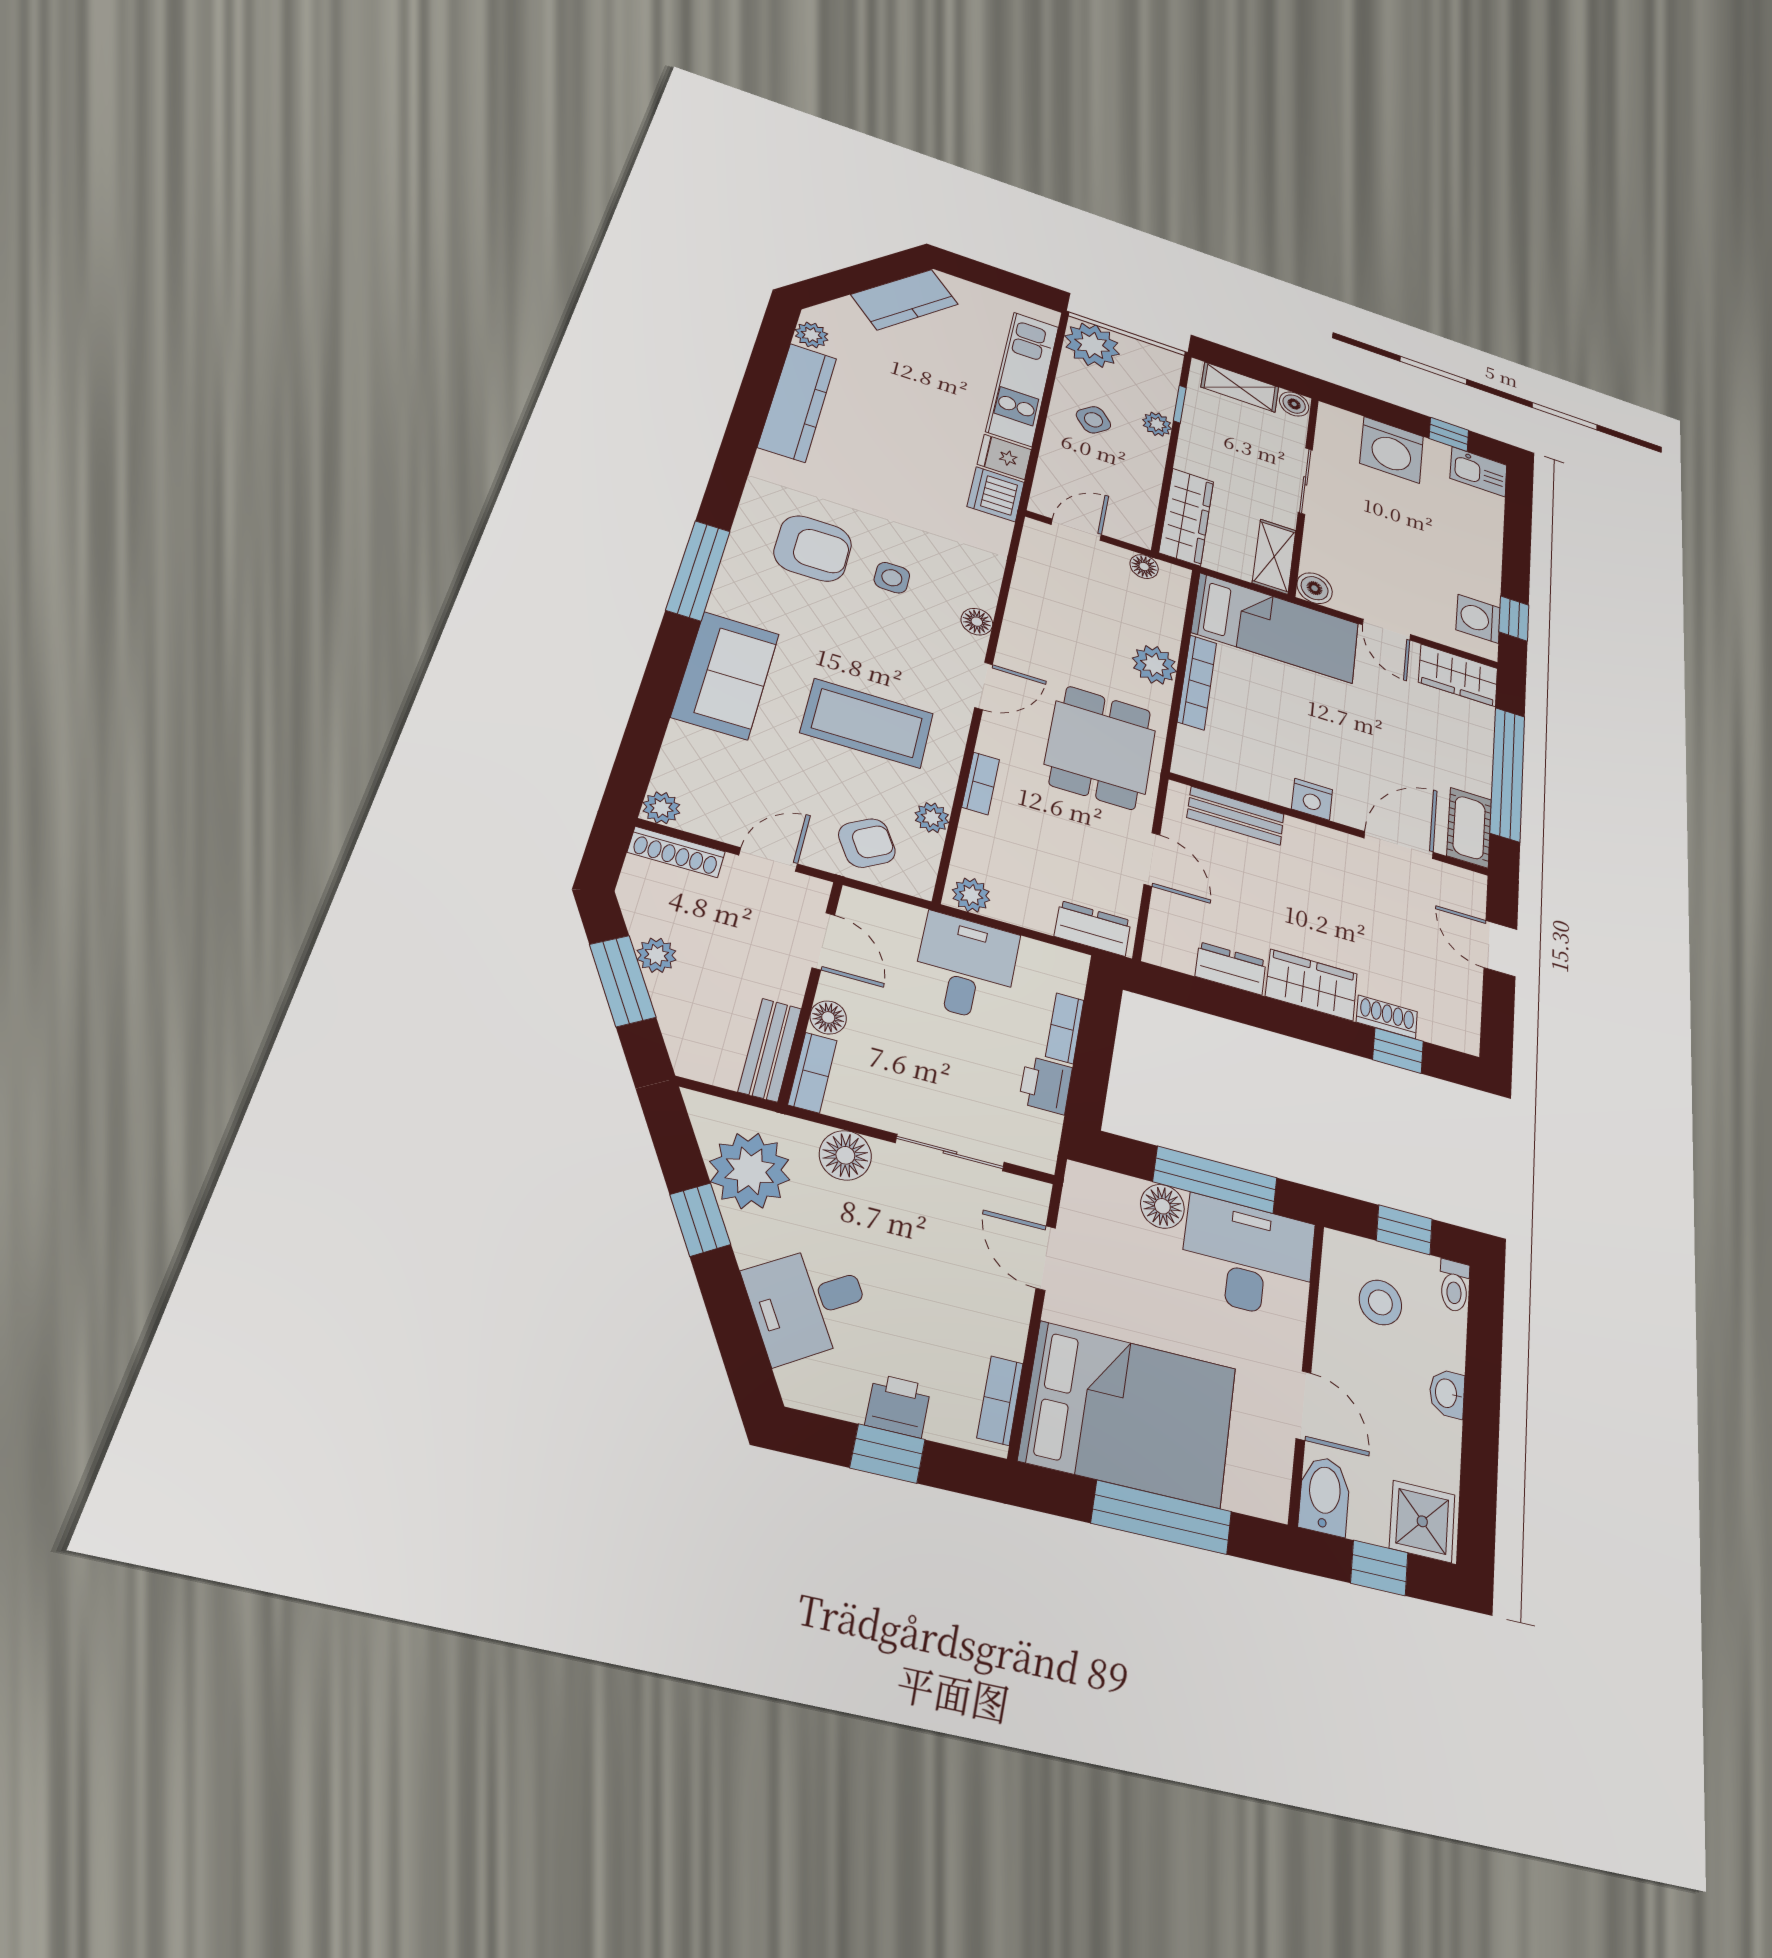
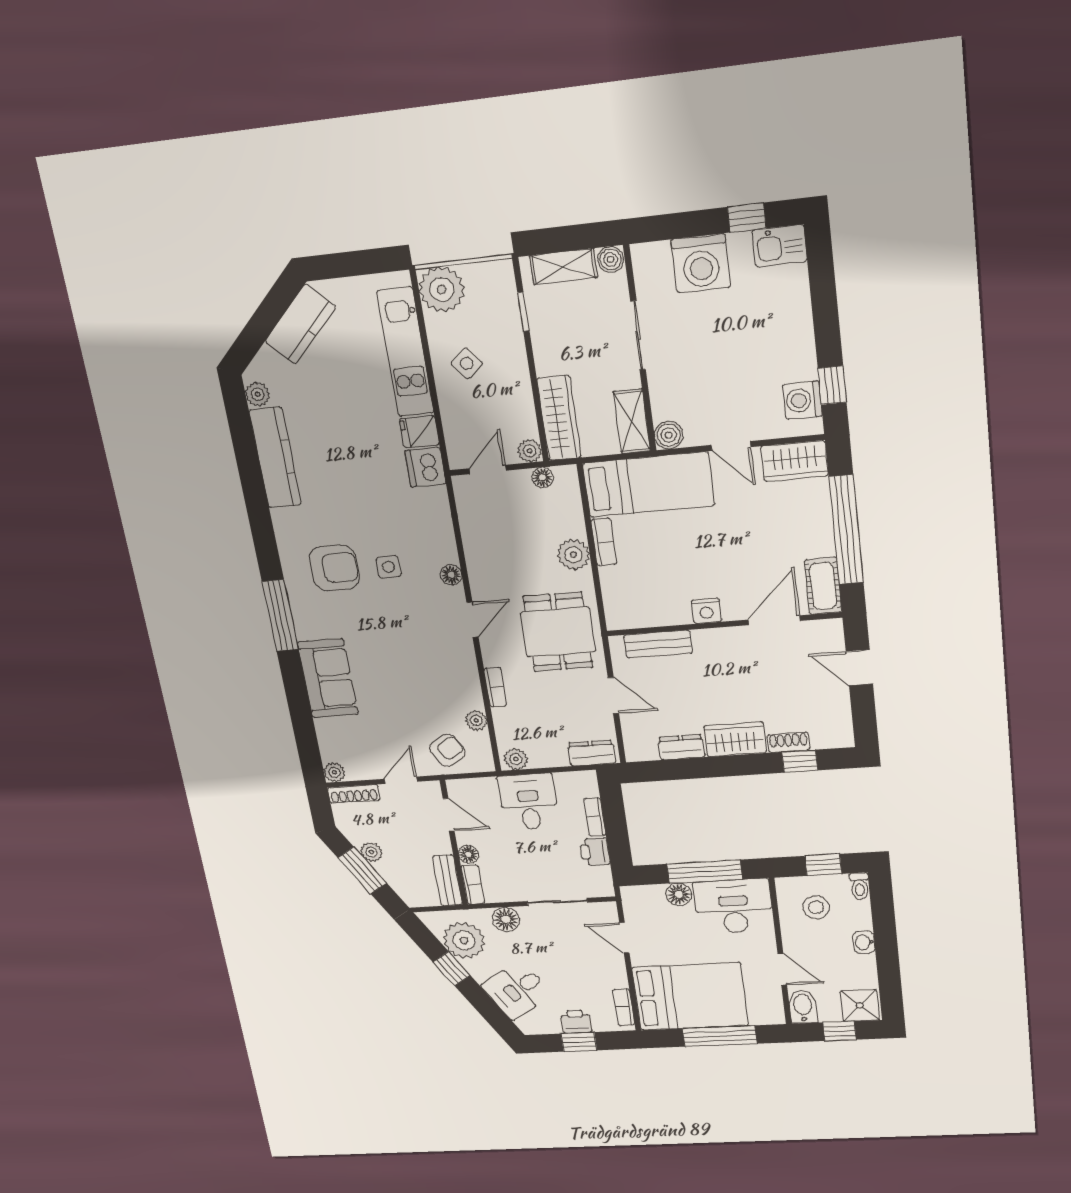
plant: (1157, 424) -> (530, 451), moved
bookcase: (1197, 682) -> (604, 542), width x0.64
coffee table: (867, 723) -> (416, 675), removed

